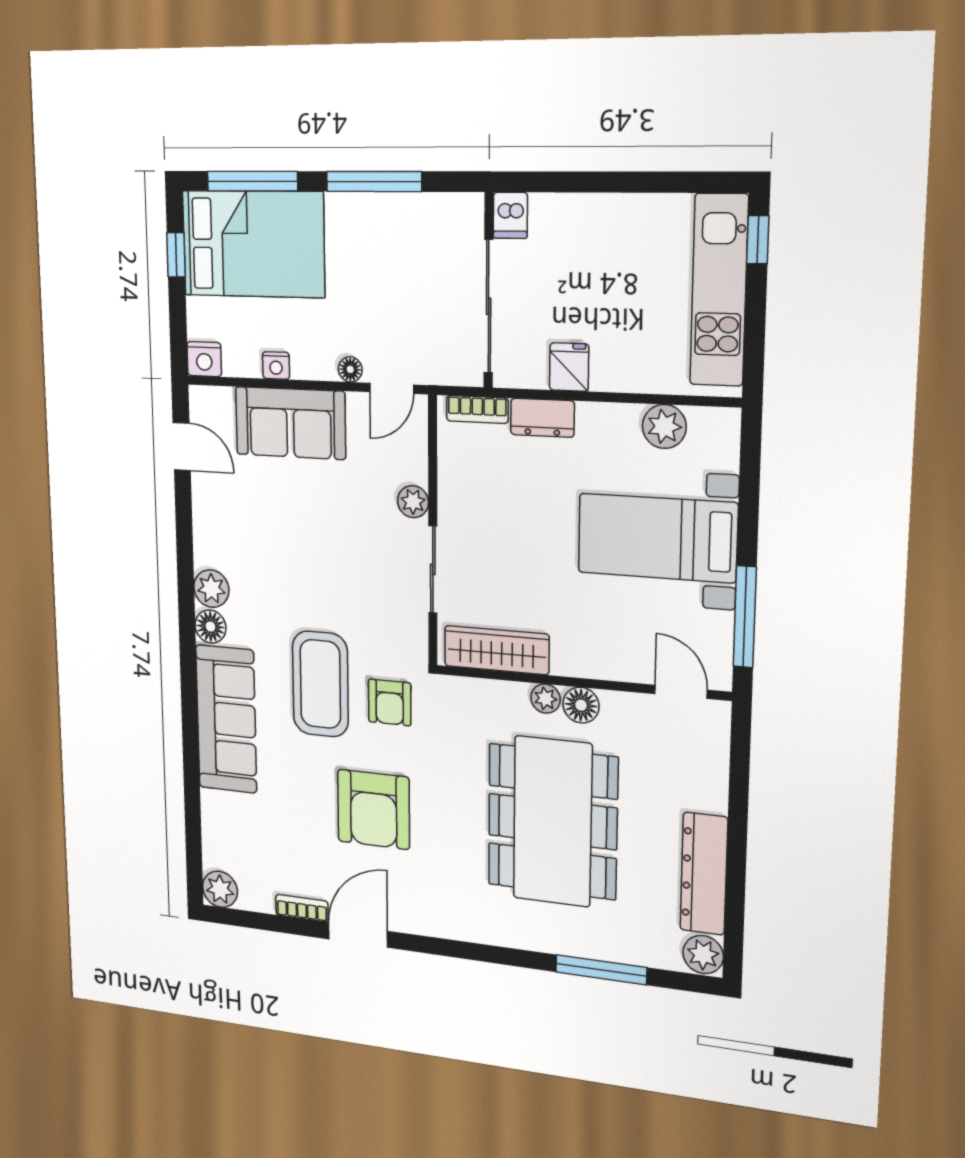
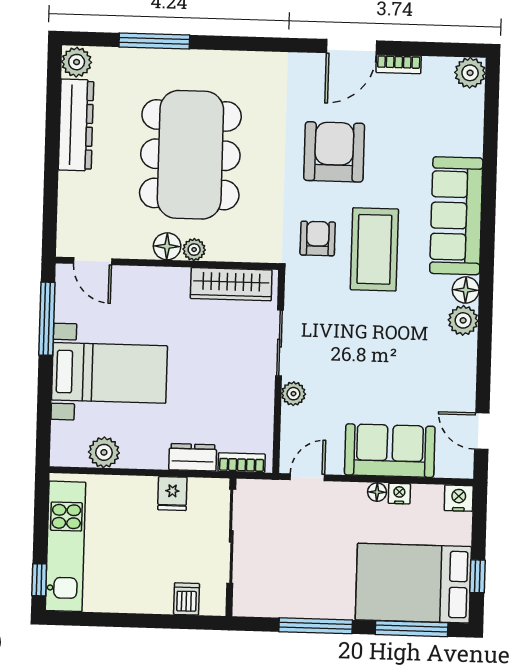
dishwasher: (510, 215) -> (186, 599), moved
floor lamp: (350, 369) -> (377, 492), moved

